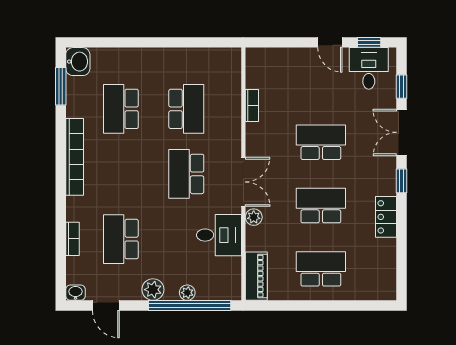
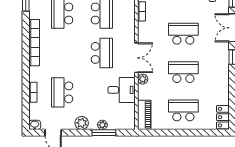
school desk: (186, 174) -> (102, 53), turned 180
locker: (386, 217) -> (223, 117), moved
window: (190, 306) -> (104, 133), width x0.47

